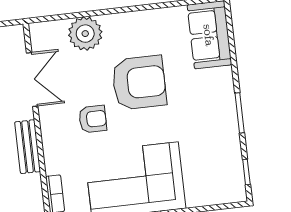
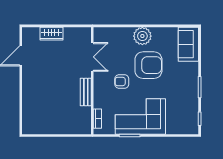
plant: (85, 34) -> (142, 36), moved
armchair: (93, 119) -> (122, 82), turned 180

